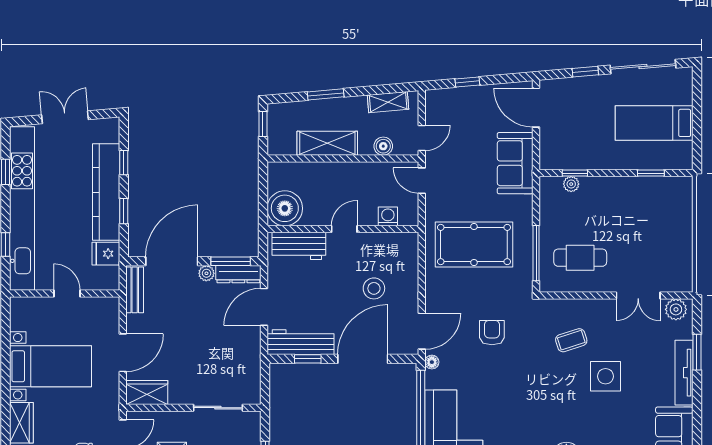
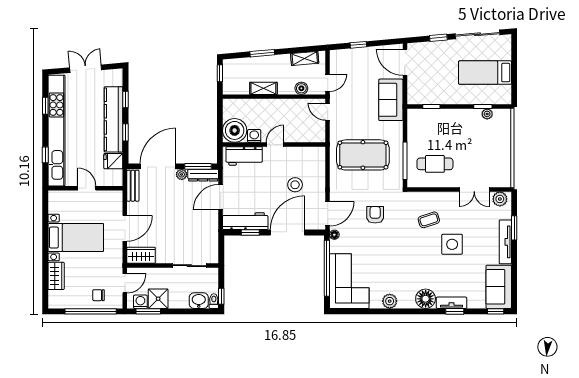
shelving: (327, 143) -> (263, 88), width x0.67, depth x0.75
plant: (571, 184) -> (487, 114), moved
washing machine: (388, 216) -> (254, 136), moved

